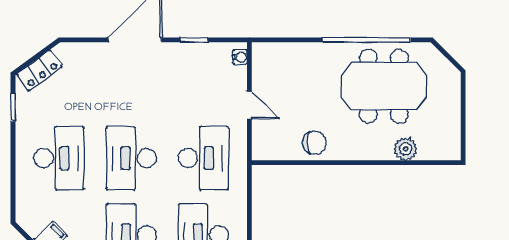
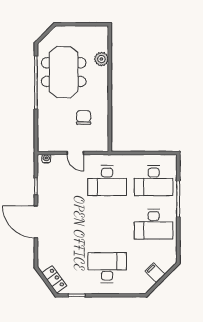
door: (249, 105) -> (75, 153), swing flipped
chair: (315, 143) -> (84, 117), moved
desk: (131, 158) -> (107, 224), removed
desk: (203, 158) -> (107, 181), turned 180

